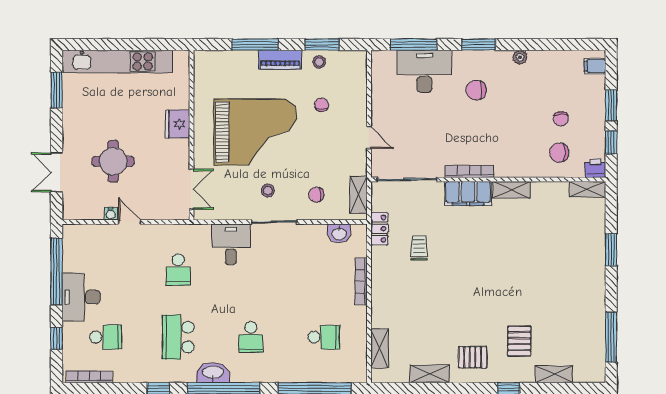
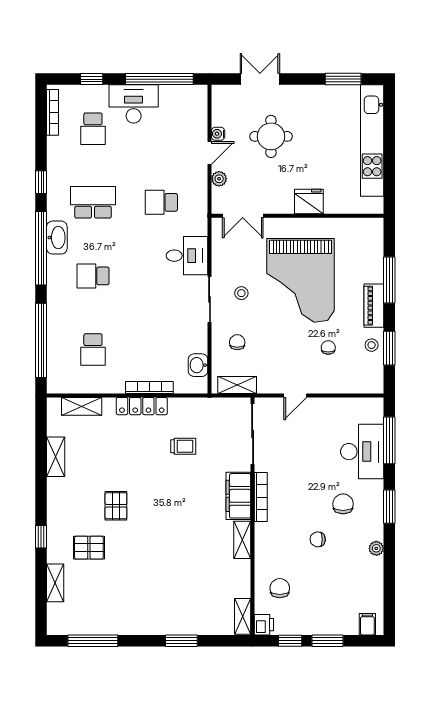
chair: (322, 105) -> (328, 347), turned -93
chair: (561, 119) -> (318, 539), moved
plant: (155, 213) -> (219, 179), added
locker: (379, 229) -> (142, 406), moved, width x1.53
pallet: (473, 357) -> (116, 506), moved

